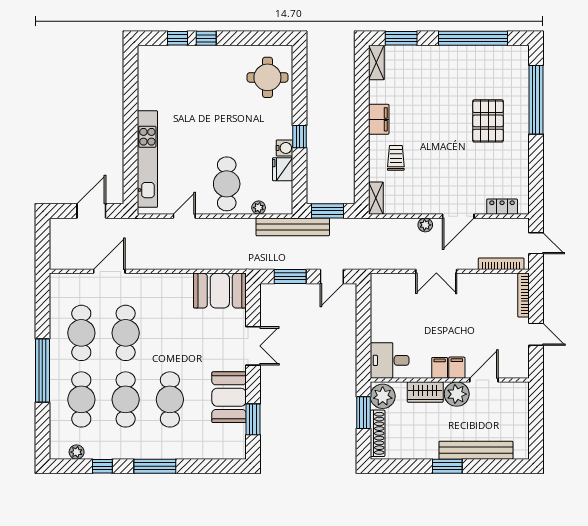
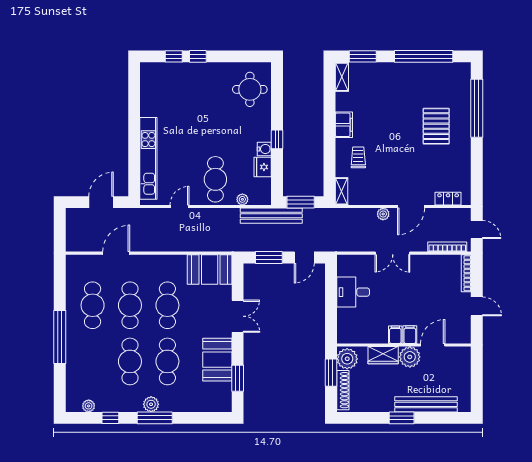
desk: (390, 360) -> (353, 292), moved
cafe table: (81, 399) -> (167, 305), moved
plant: (151, 450) -> (151, 404), added

